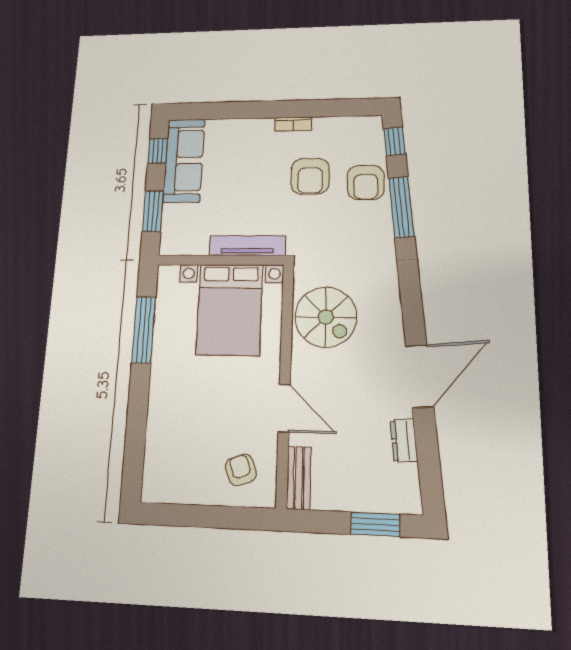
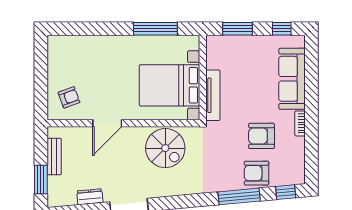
sofa: (184, 160) -> (292, 79), moved, turned 90
spiral stairs: (326, 317) -> (165, 148), turned -90
bench: (299, 478) -> (54, 157), moved, turned 90

